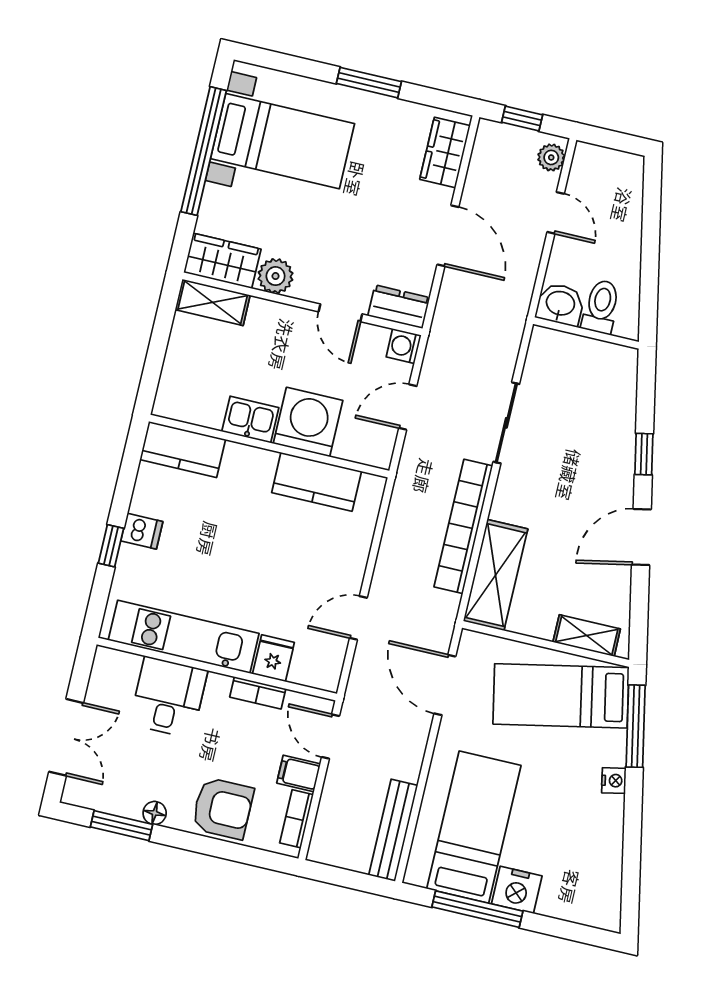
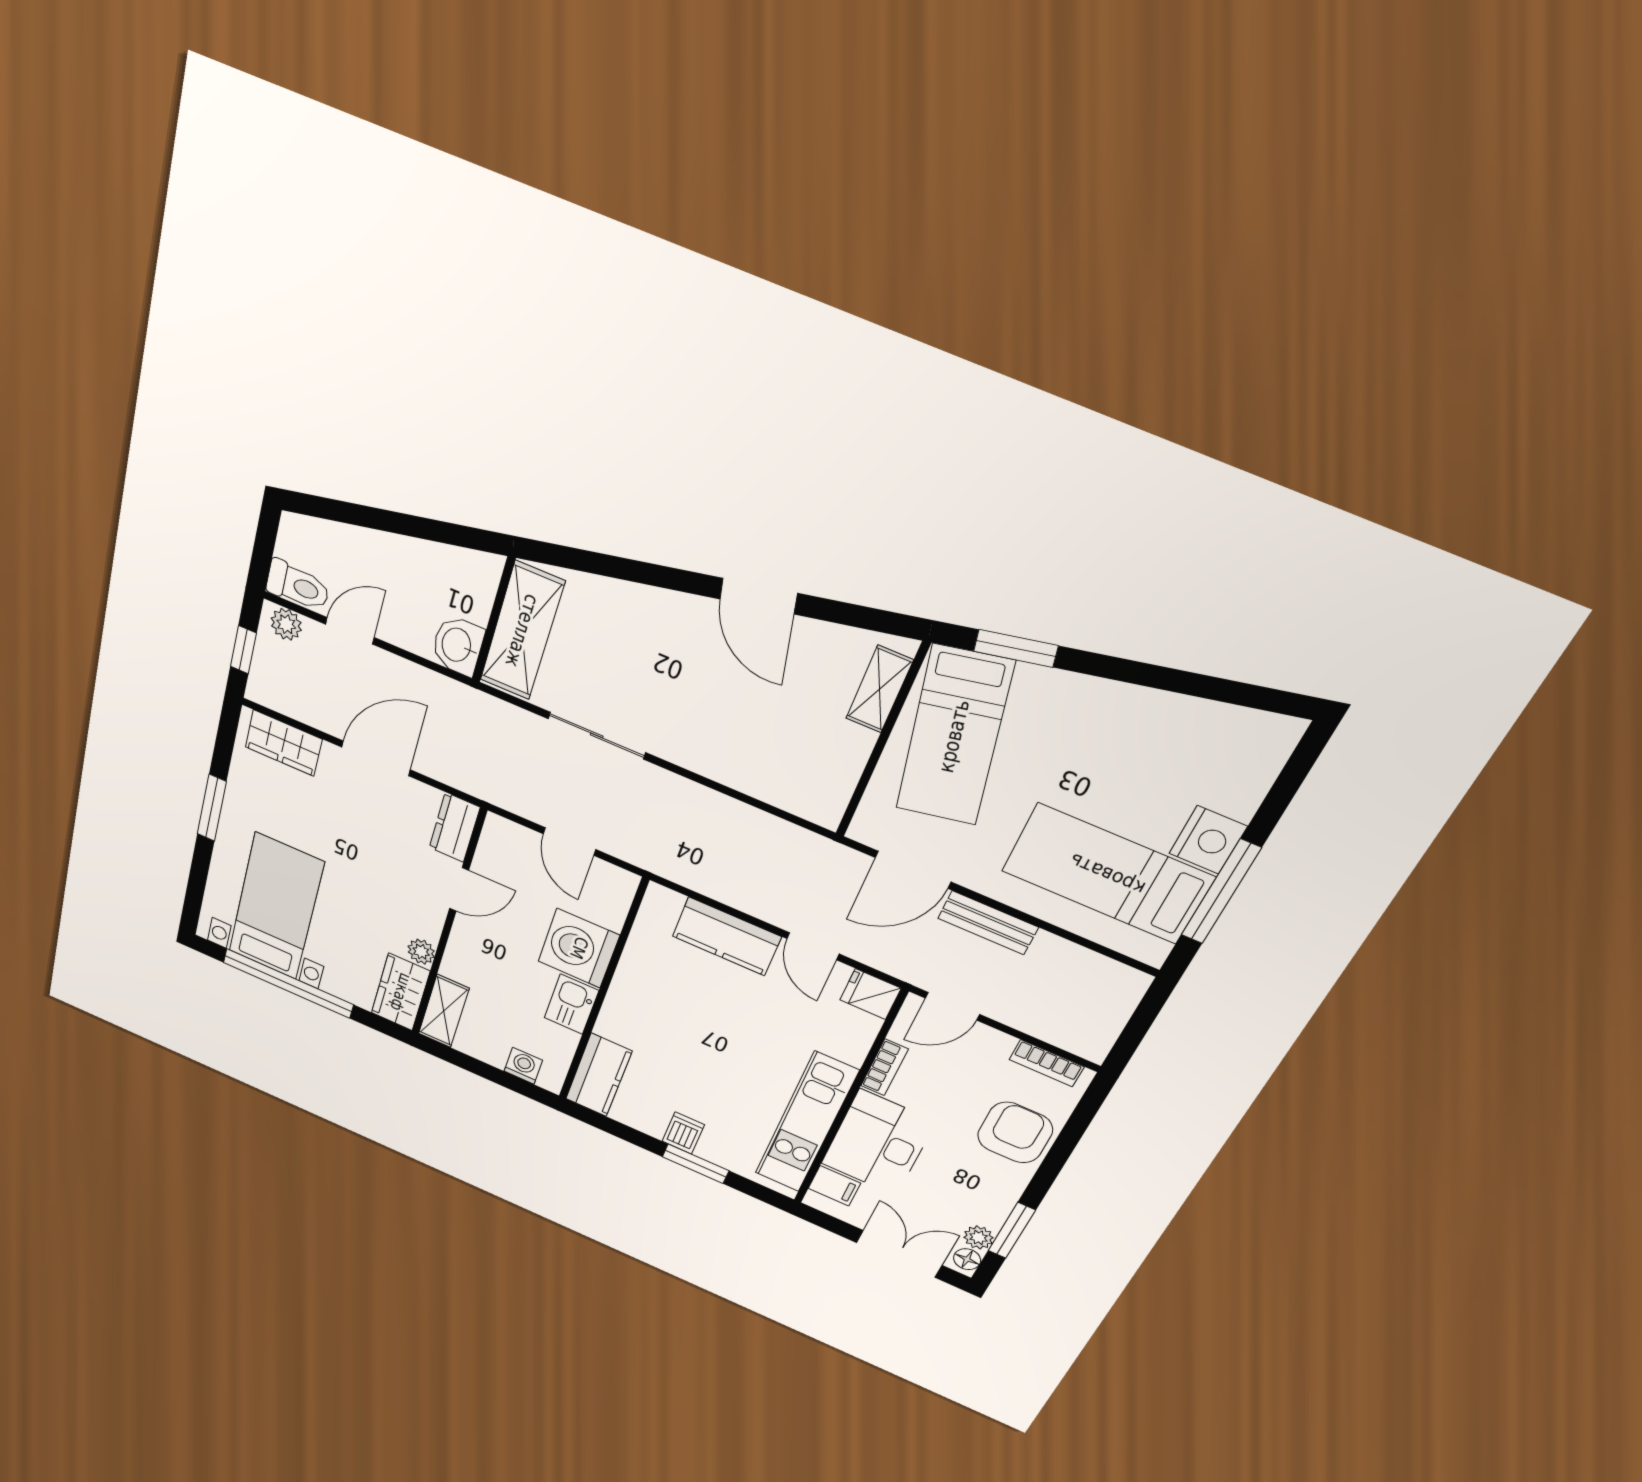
plant: (276, 276) -> (421, 952), width x0.73, depth x0.73
toilet: (601, 307) -> (298, 586), moved, turned 180
washing machine: (404, 346) -> (523, 1066), moved, turned 180
window: (644, 454) -> (650, 574), removed
kitchen counter: (317, 482) -> (727, 936), moved, turned 90
bookcase: (463, 526) -> (718, 809), removed
window: (111, 546) -> (696, 1164), width x1.50
shelving: (496, 575) -> (522, 631), moved, turned 90
fridge: (273, 658) -> (870, 994), moved
desk: (168, 697) -> (878, 1143), width x1.37
window: (636, 726) -> (1016, 648), width x0.69
filing cabinet: (299, 774) -> (834, 1186), moved, turned -90
nightstand: (614, 781) -> (1086, 690), removed
plant: (105, 800) -> (979, 1237), added
floor lamp: (155, 813) -> (967, 1259), moved
bench: (393, 830) -> (988, 923), moved, width x0.73

